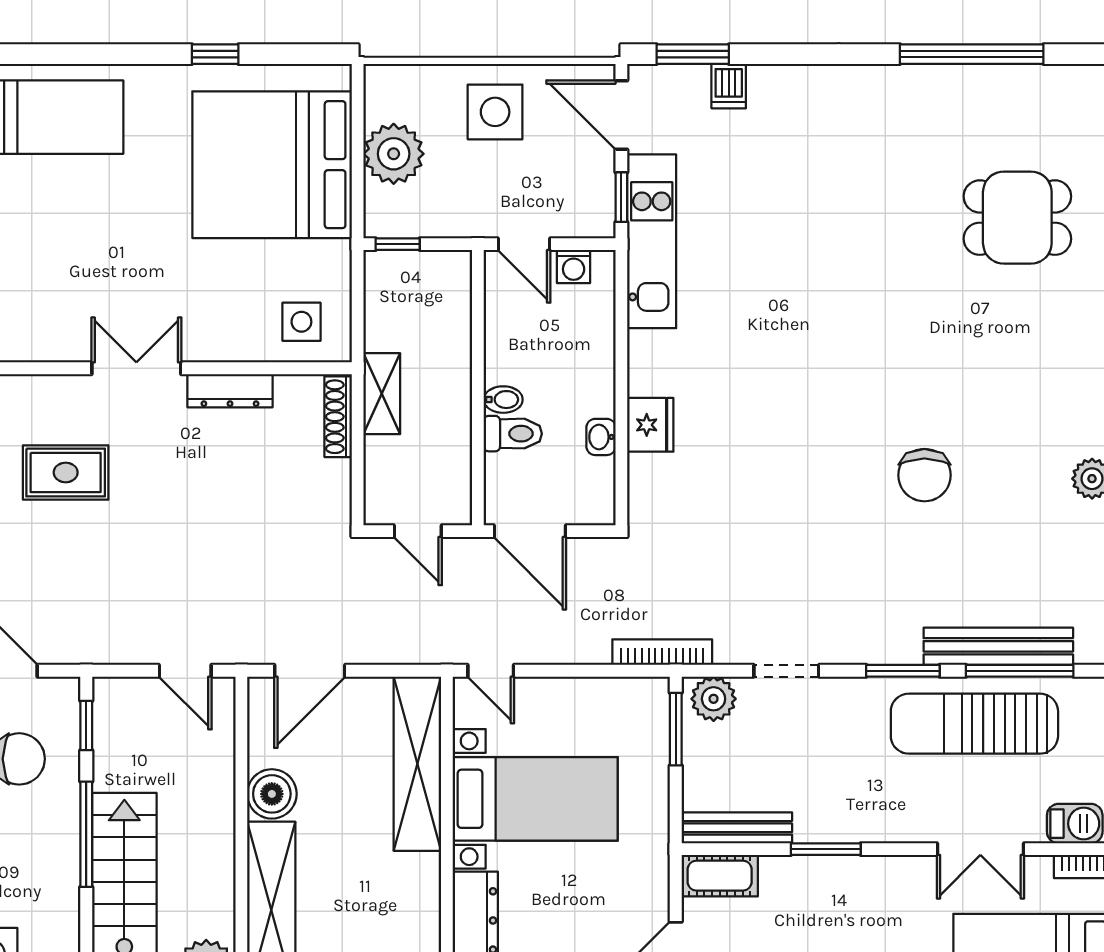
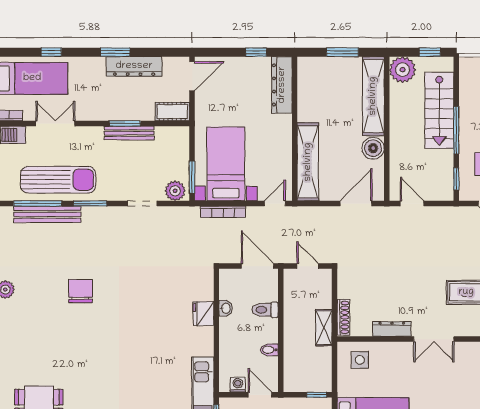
bidet: (503, 400) -> (269, 350), moved
bookcase: (662, 652) -> (223, 212), moved
door: (491, 671) -> (275, 203), hinge flipped
bed with nightstands: (535, 799) -> (226, 164), moved, turned 90
bench: (737, 828) -> (129, 133), moved

